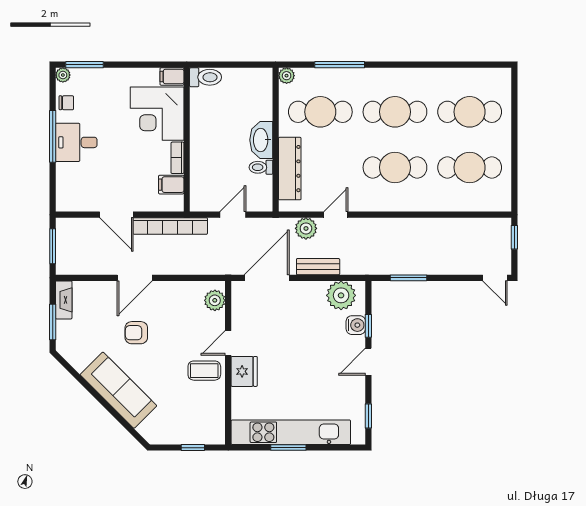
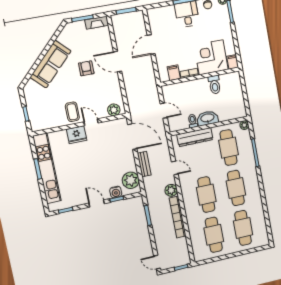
toilet: (206, 77) -> (215, 85), moved
bookcase: (170, 226) -> (178, 217), moved
plant: (306, 228) -> (171, 190), moved
door: (495, 278) -> (157, 262), hinge flipped

